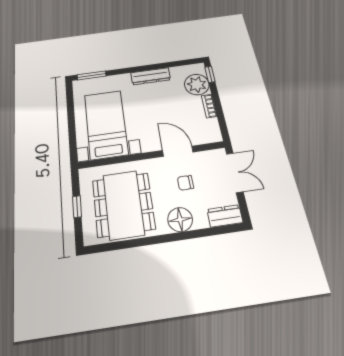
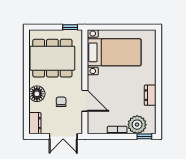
window: (92, 75) -> (159, 45), removed
dresser: (151, 76) -> (150, 95), width x0.70
door: (178, 151) -> (85, 101), hinge flipped
window: (77, 207) -> (70, 27), moved

